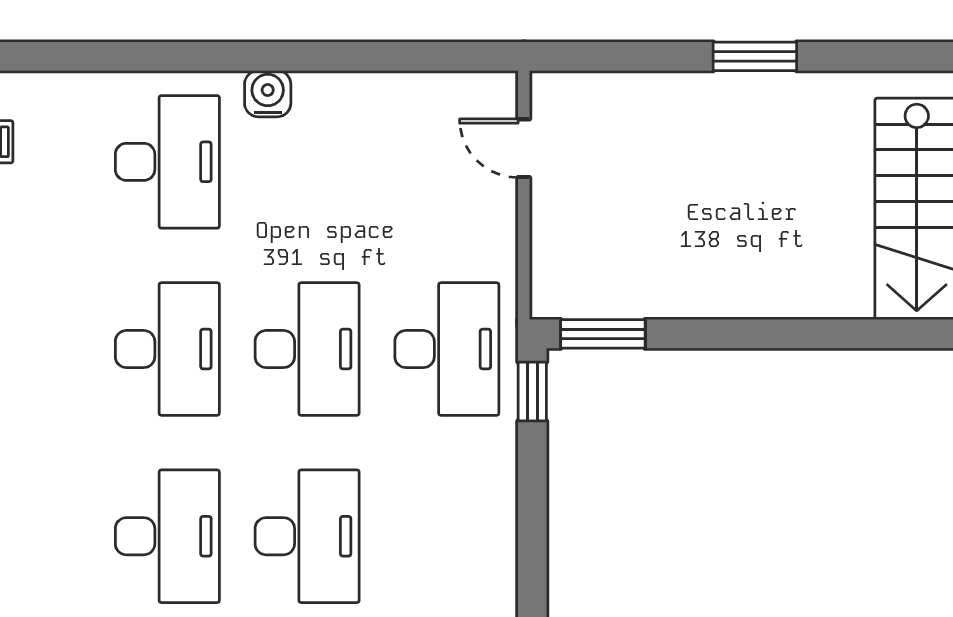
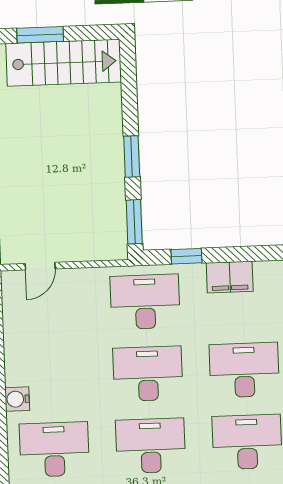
window: (730, 334) -> (132, 157), added
window: (532, 391) -> (186, 256), moved
filing cabinet: (488, 515) -> (230, 277), added

